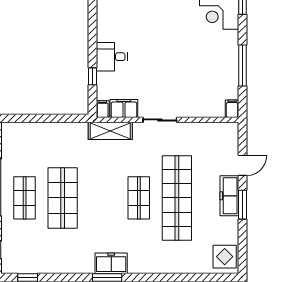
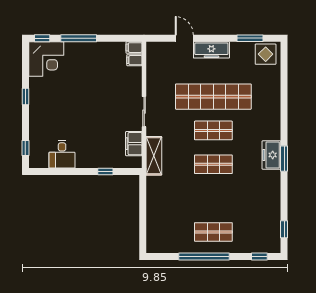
desk: (112, 57) -> (62, 154), moved
window: (243, 65) -> (79, 38), moved
filing cabinet: (103, 109) -> (134, 60), moved
shop shelf: (63, 198) -> (213, 164), moved, width x0.70, depth x0.74
window: (243, 205) -> (250, 38), moved

